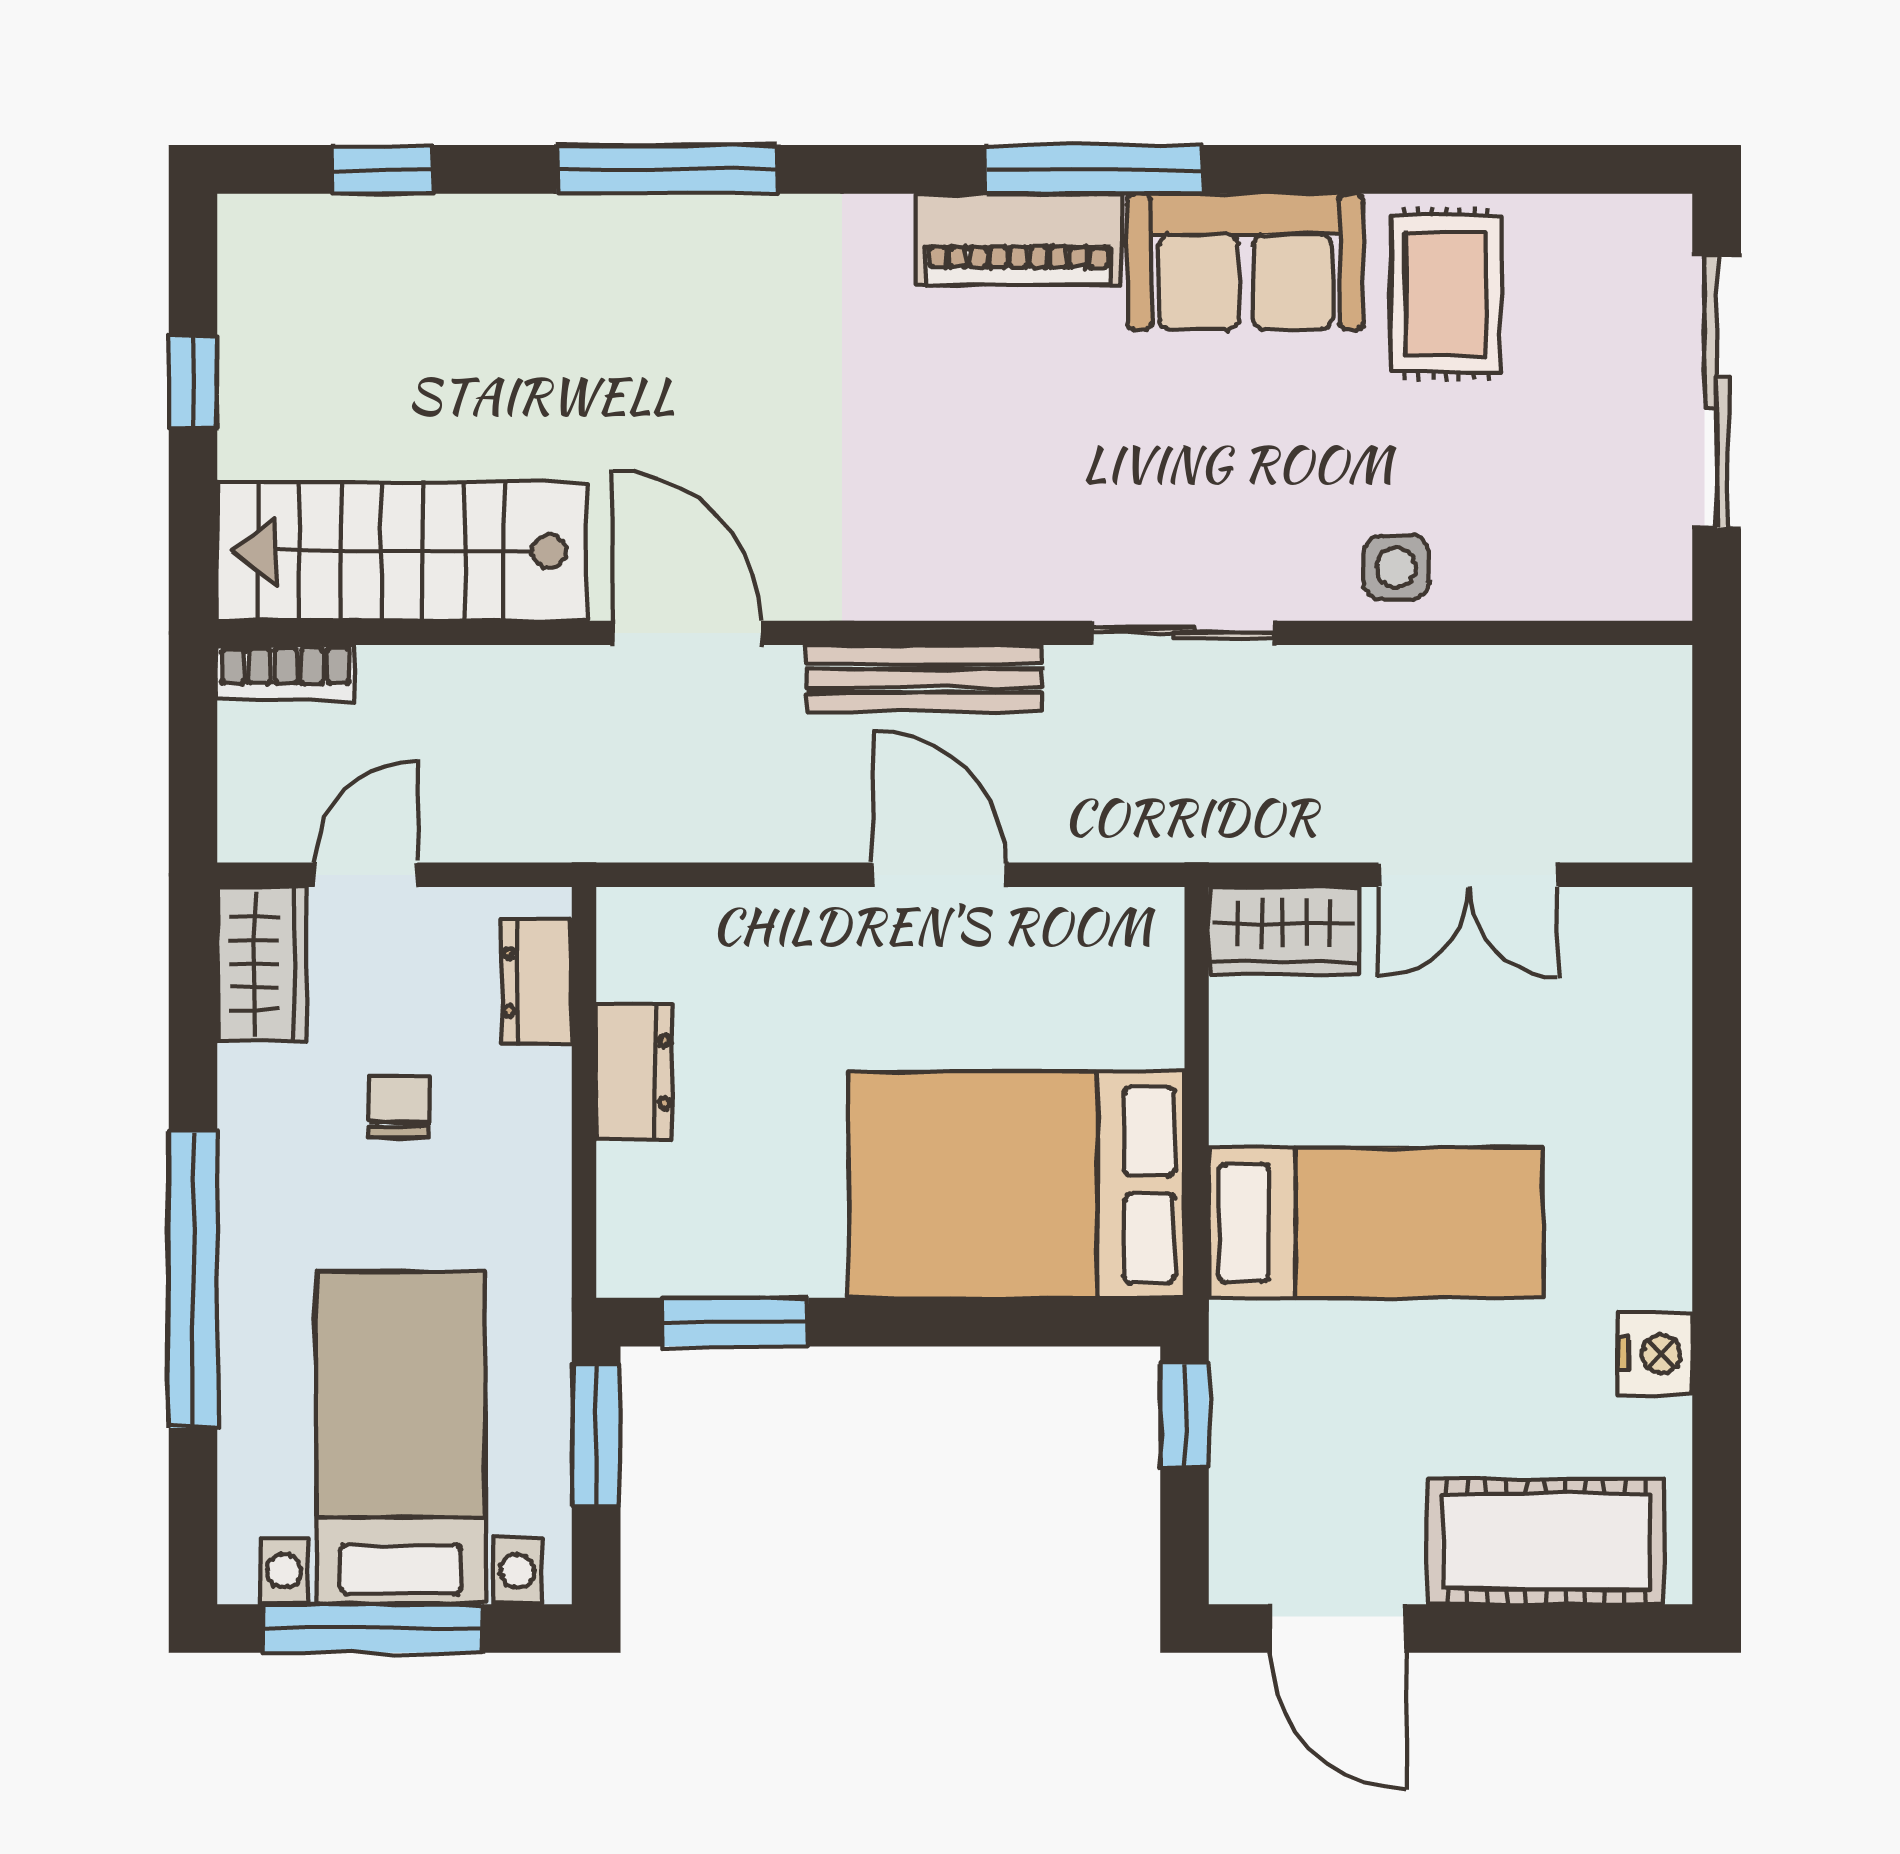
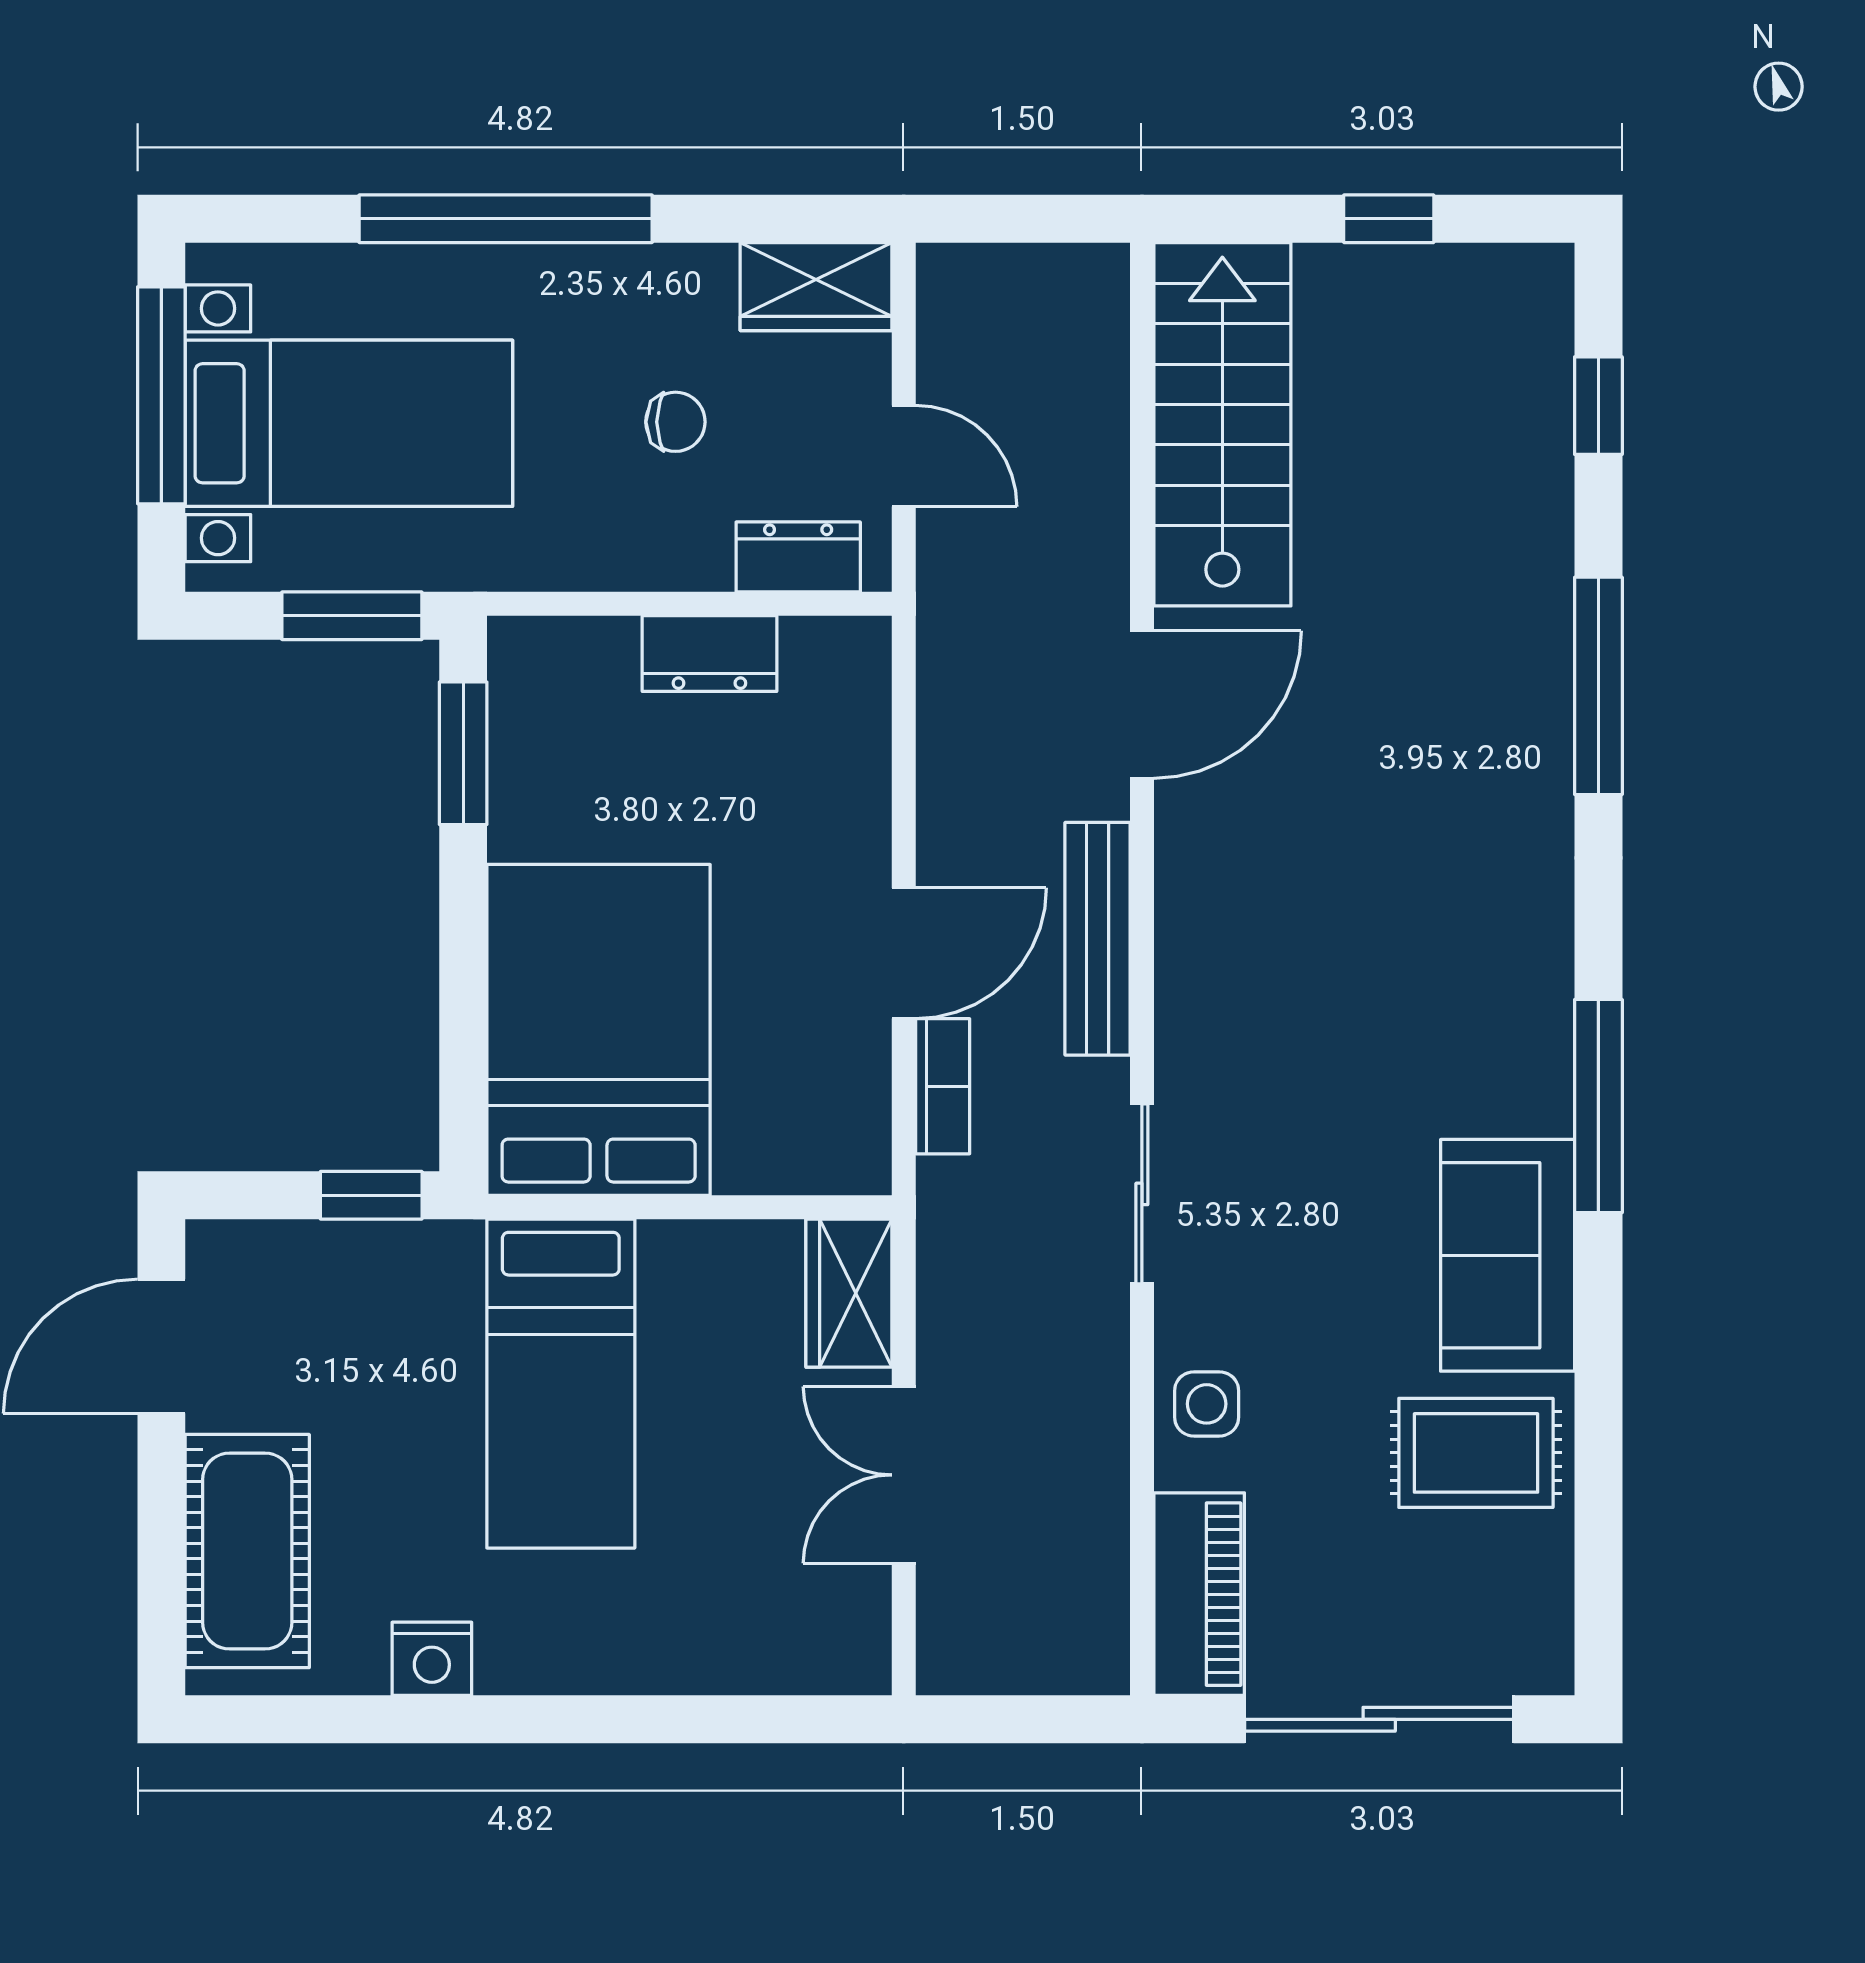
piano: (1018, 240) -> (1199, 1594), moved, turned 180
bookcase: (286, 672) -> (943, 1086), moved, turned 180
door: (366, 875) -> (904, 456), moved

